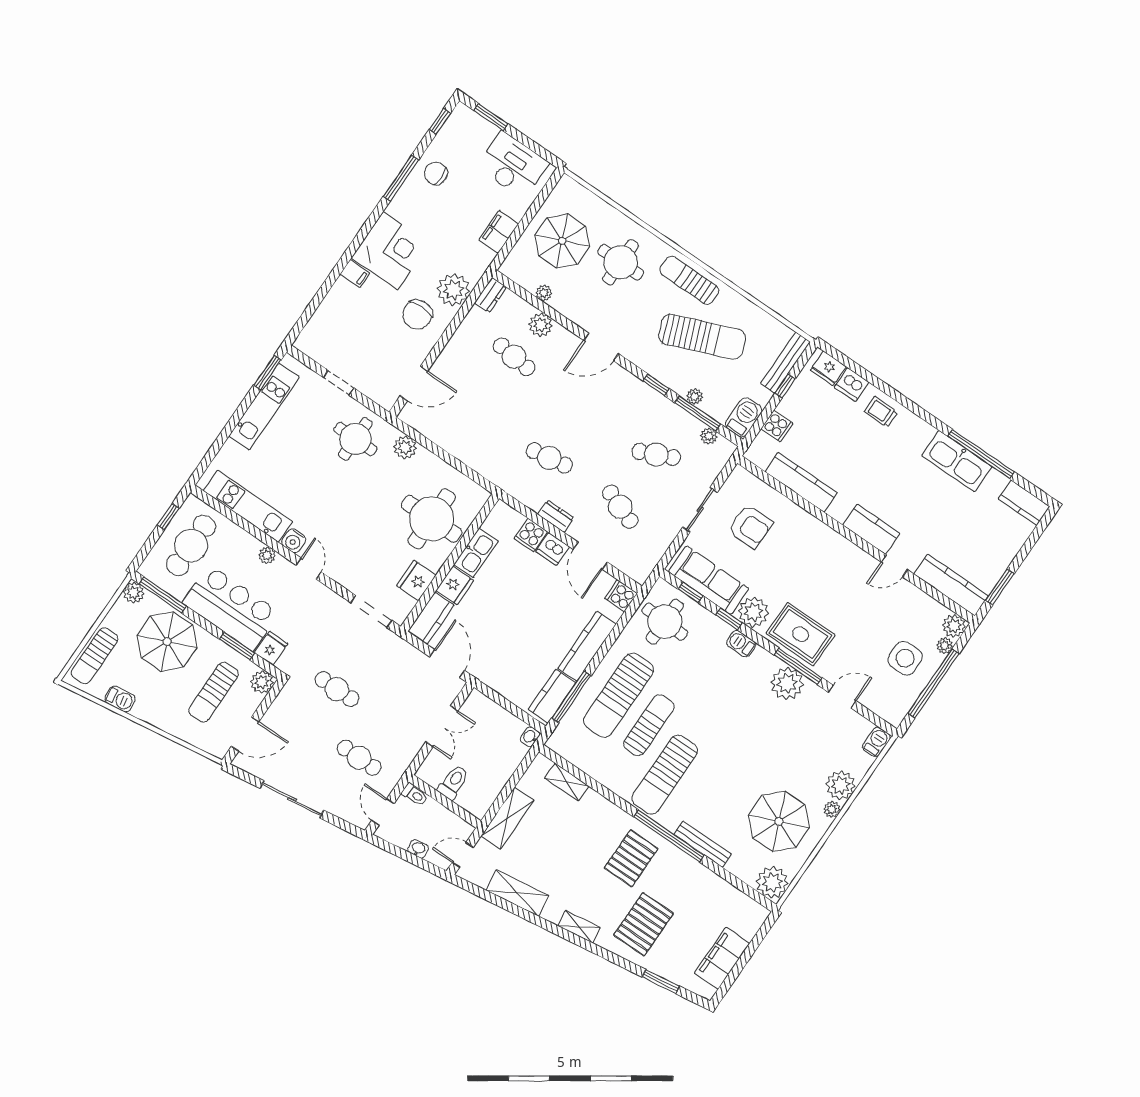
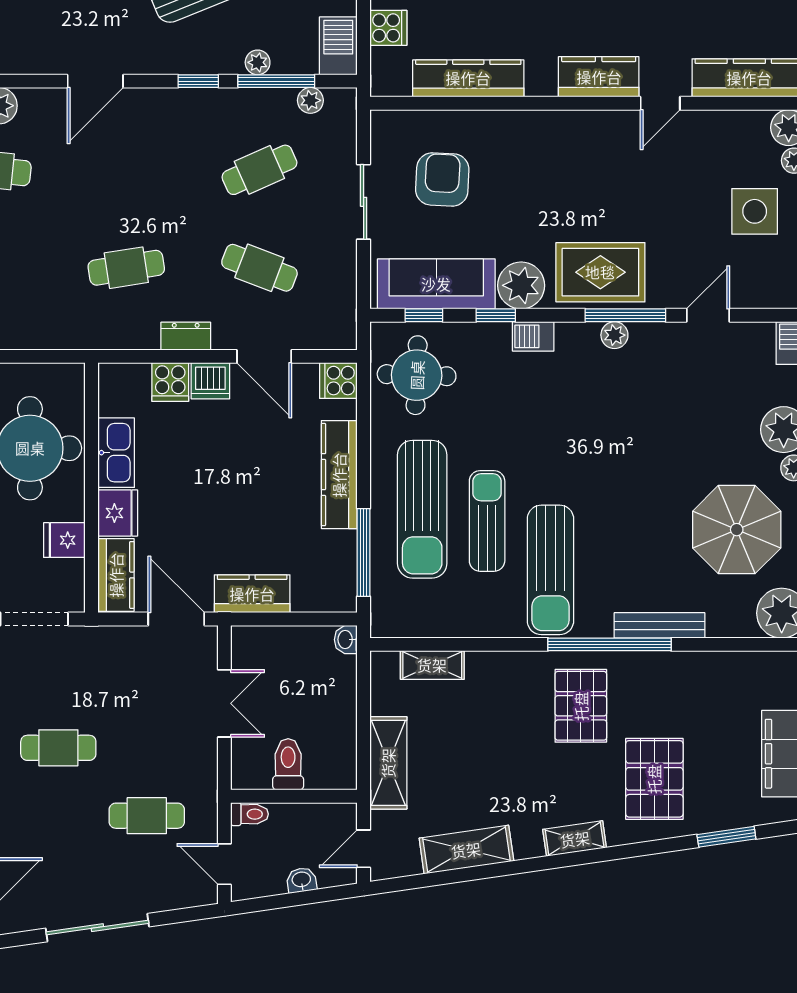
armchair: (750, 527) -> (442, 179), turned -87
fridge: (416, 580) -> (64, 540), width x0.72
plant: (787, 683) -> (614, 335), width x0.53, depth x0.53
kitchen counter: (552, 696) -> (252, 594), moved, turned 90

